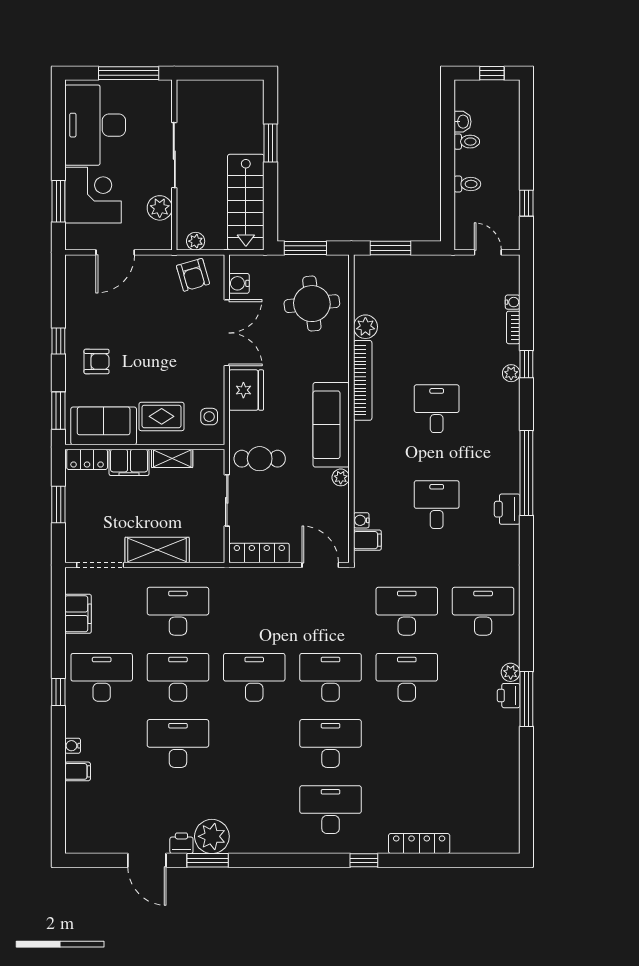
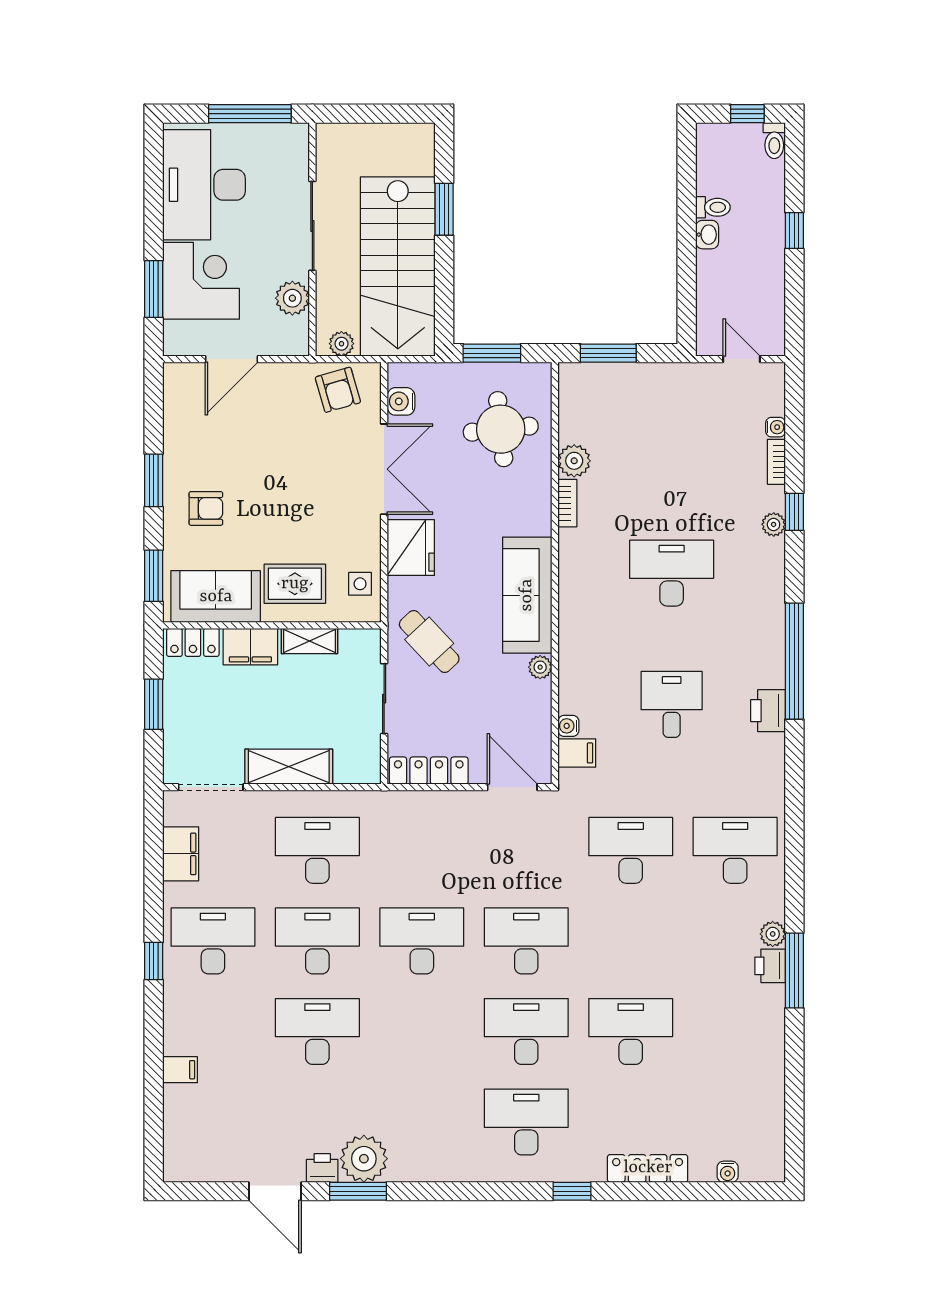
washbasin: (463, 122) -> (707, 235), moved
toilet: (467, 184) -> (774, 141), moved, turned 90
stairs: (246, 202) -> (398, 266), width x1.36, depth x1.51
window: (526, 203) -> (794, 230), moved
window: (58, 341) -> (154, 480), width x1.50
bookcase: (363, 380) -> (567, 503), width x0.43, depth x0.76
desk: (437, 409) -> (672, 573), width x1.37
cafe table: (260, 459) -> (429, 641), turned 47
desk: (407, 677) -> (631, 1031), moved
water cooler: (73, 746) -> (728, 1172), moved, turned -90

